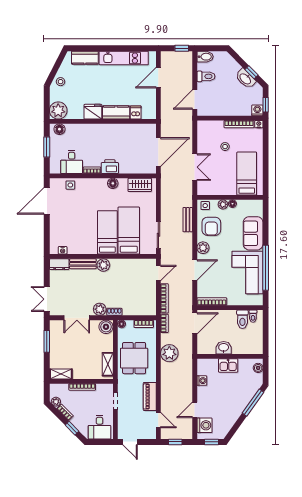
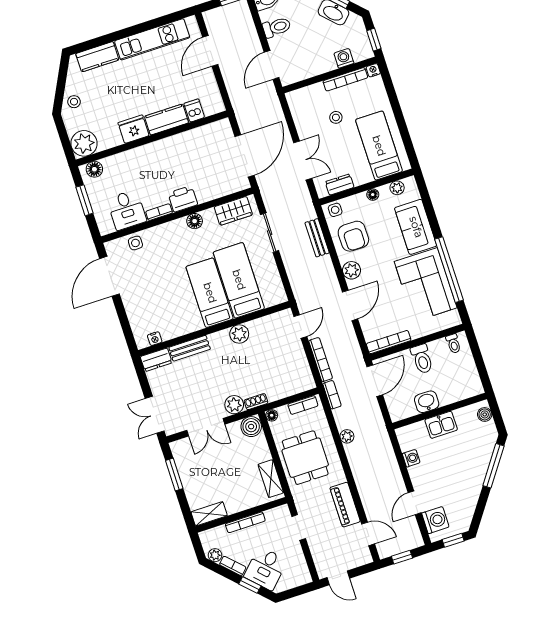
washing machine: (257, 110) -> (344, 58), moved
dresser: (213, 190) -> (340, 185), added
plant: (223, 204) -> (397, 188), moved
sliding door: (158, 235) -> (270, 233), moved
plant: (103, 265) -> (239, 334), moved
toilet: (242, 319) -> (422, 359), moved
plant: (169, 353) -> (347, 436), width x0.53, depth x0.53
desk: (100, 427) -> (266, 568), moved, turned 45

